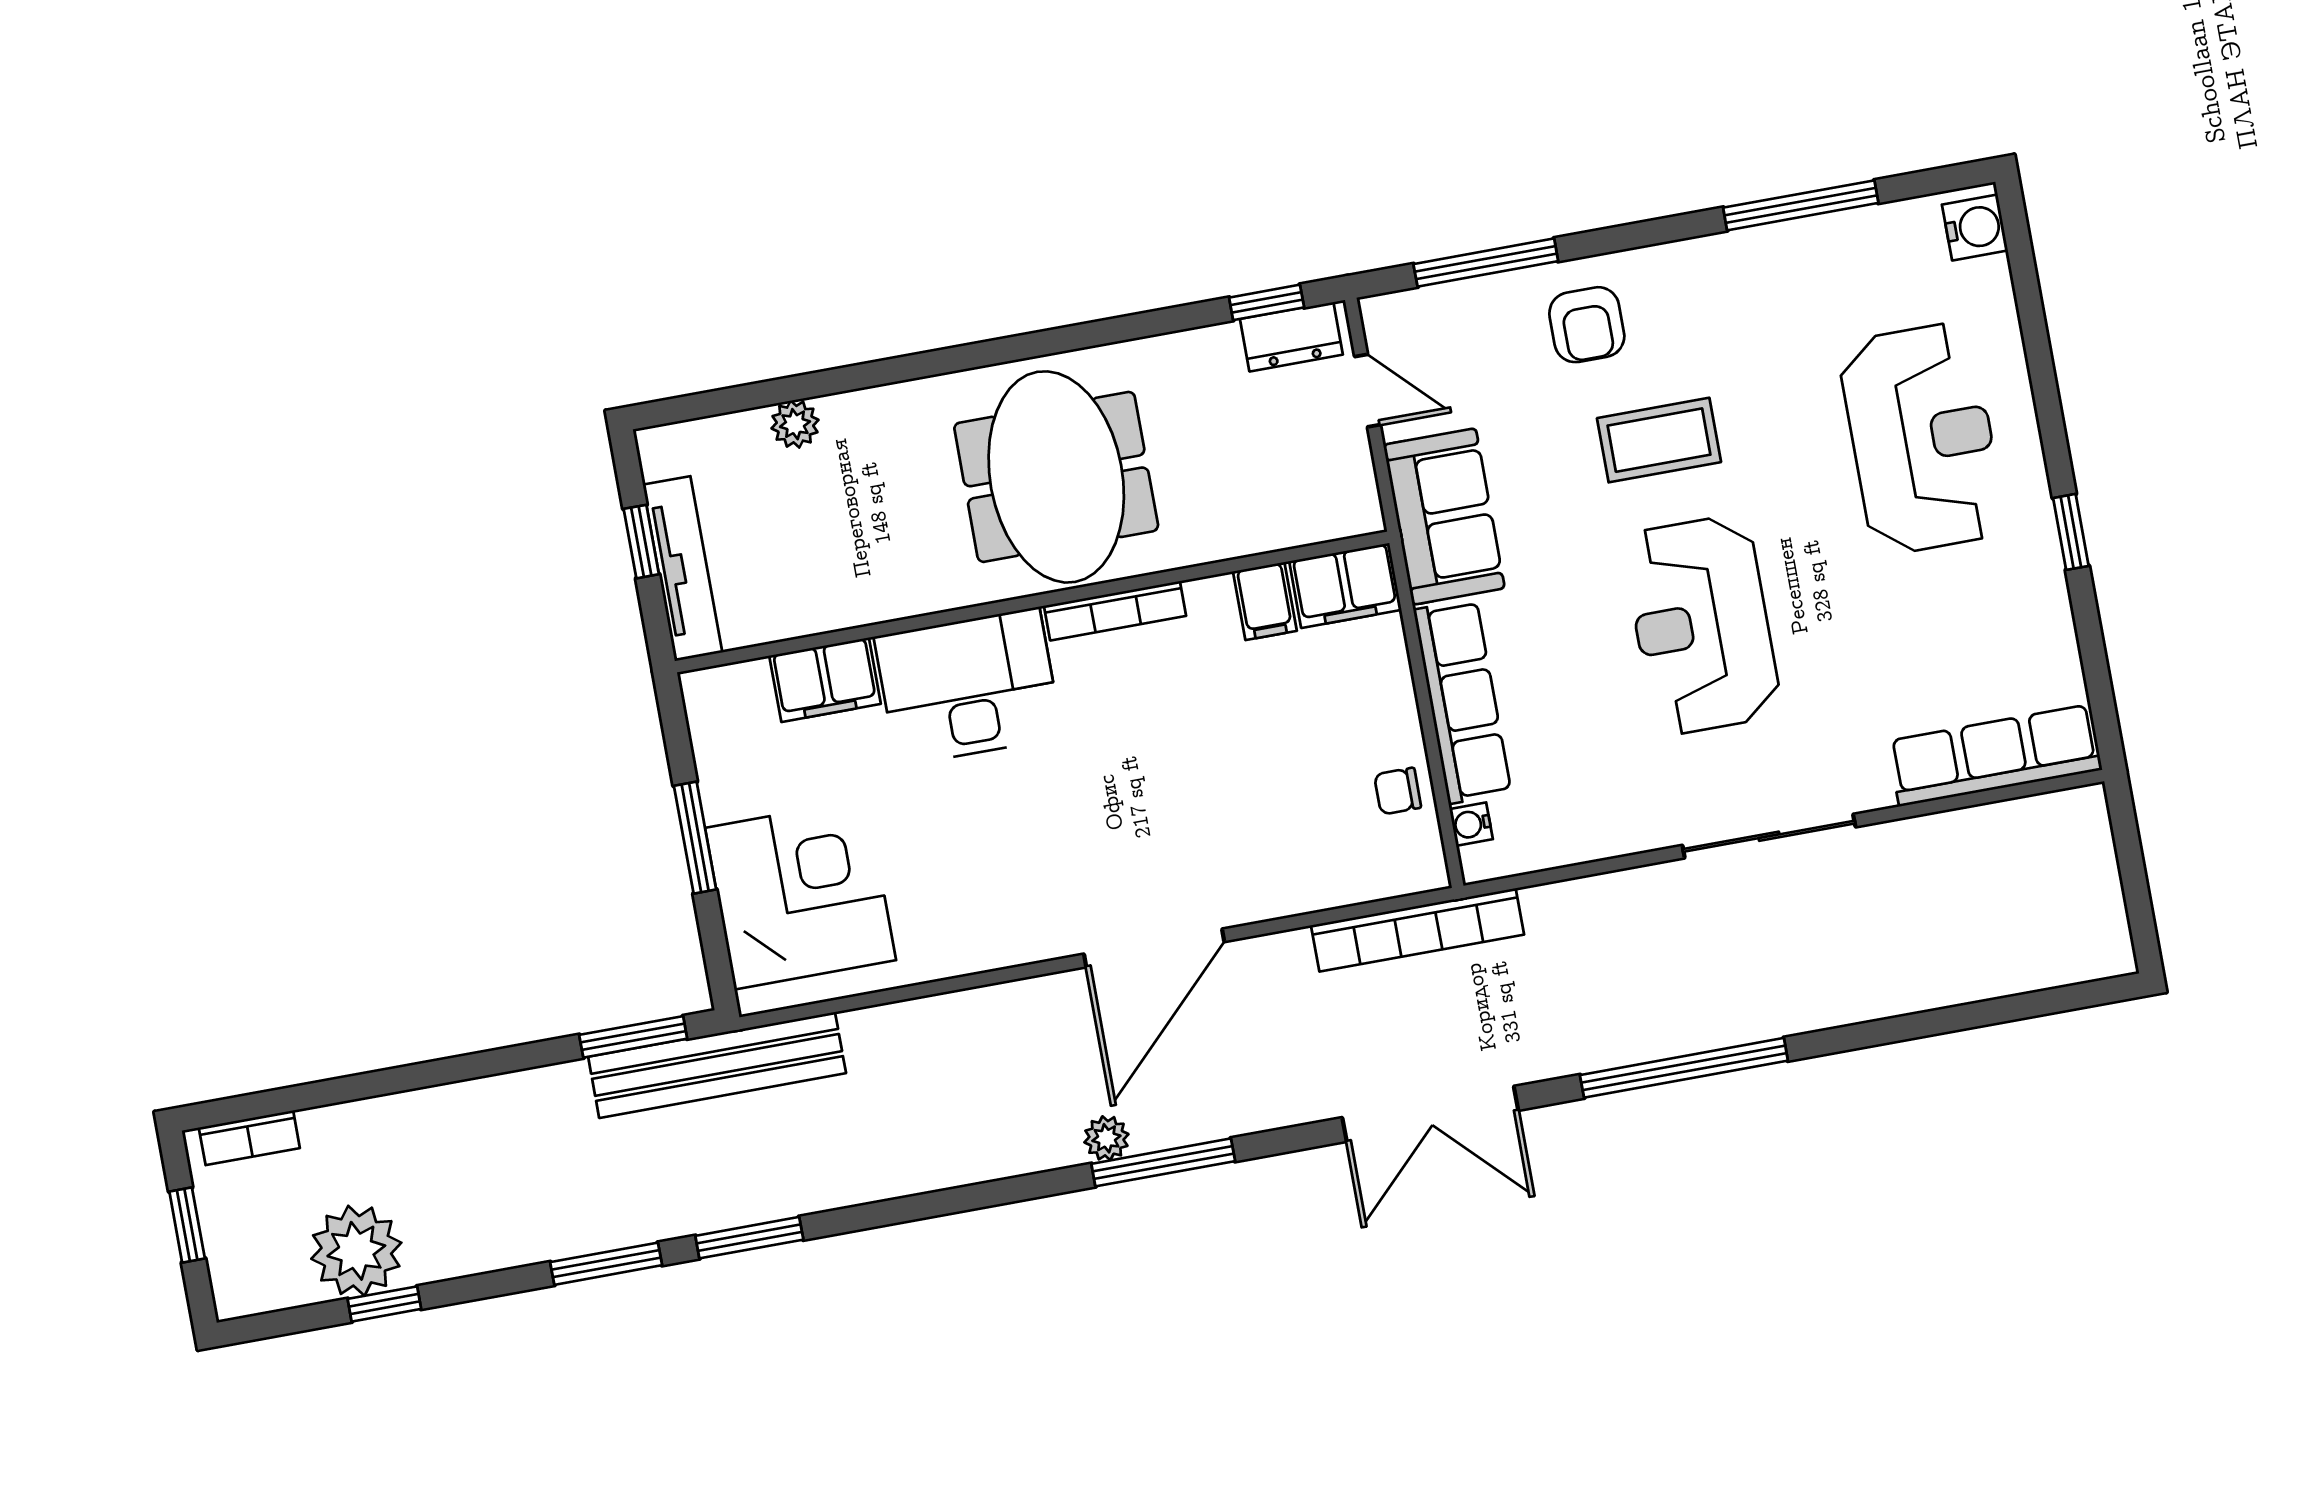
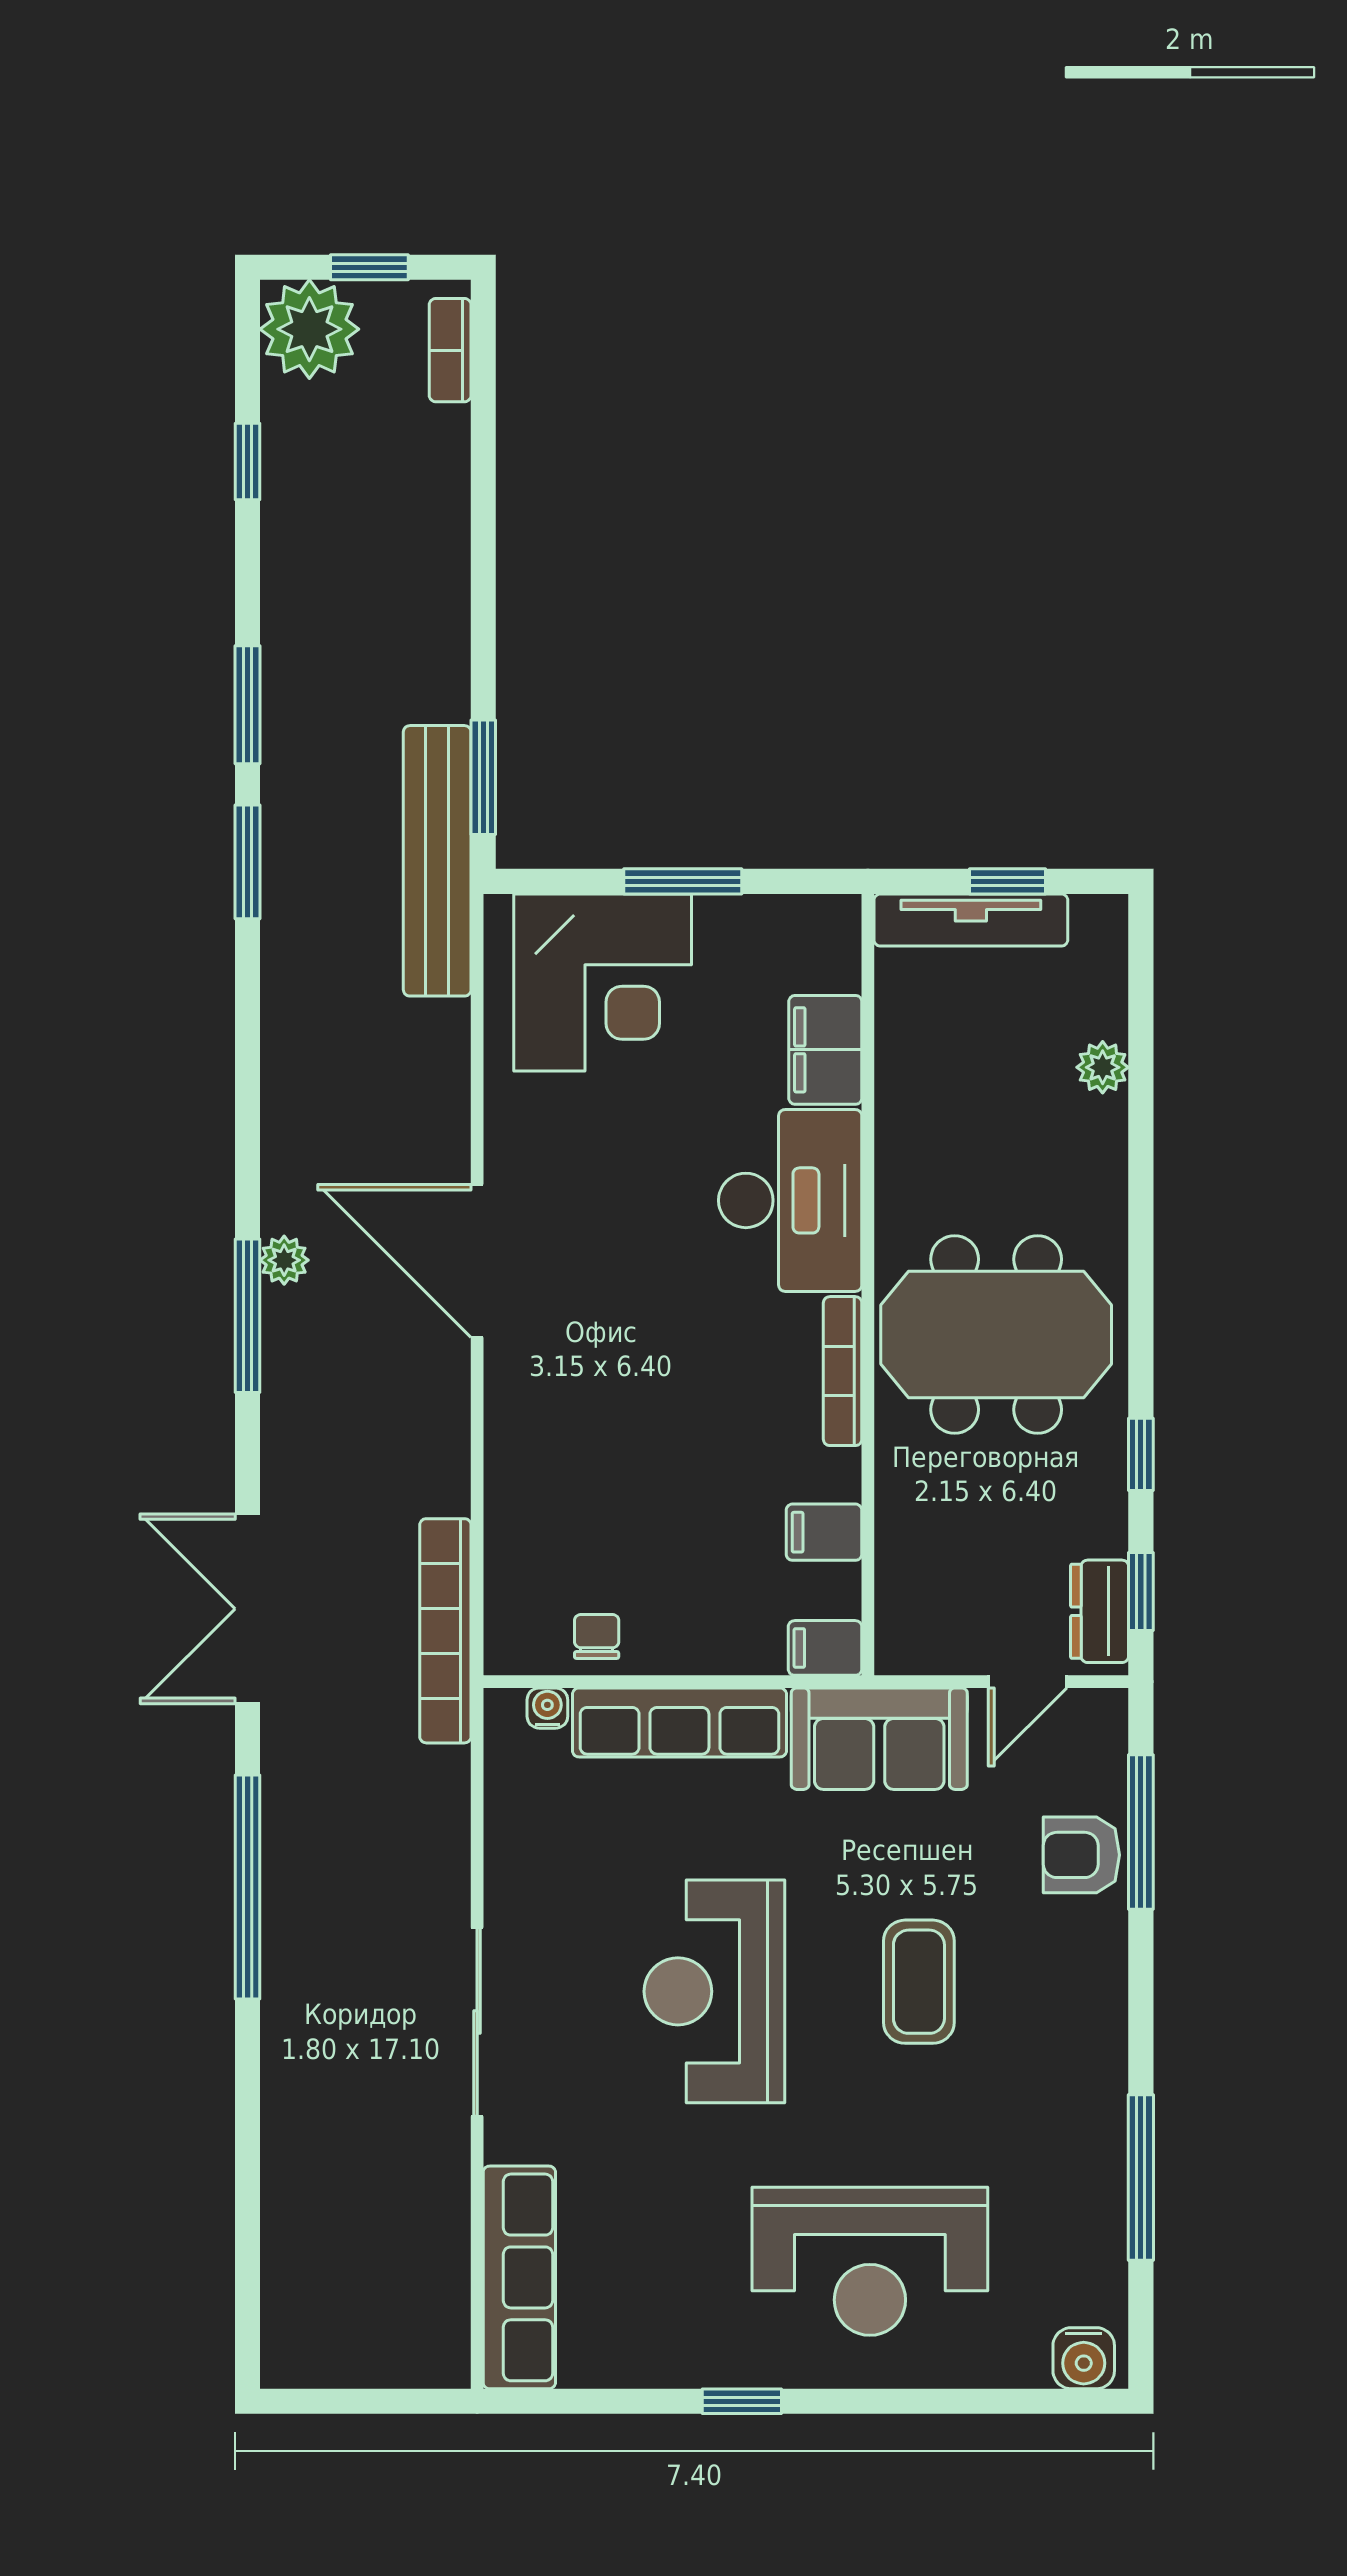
window: (1141, 325) -> (1141, 1454), added
armchair: (1587, 325) -> (1081, 1855), moved
filing cabinet: (1345, 586) -> (825, 1648), width x0.50
reception desk: (1702, 625) -> (714, 1991), turned -90
door: (1154, 948) -> (477, 1261), moved
plant: (356, 1251) -> (309, 329), moved

